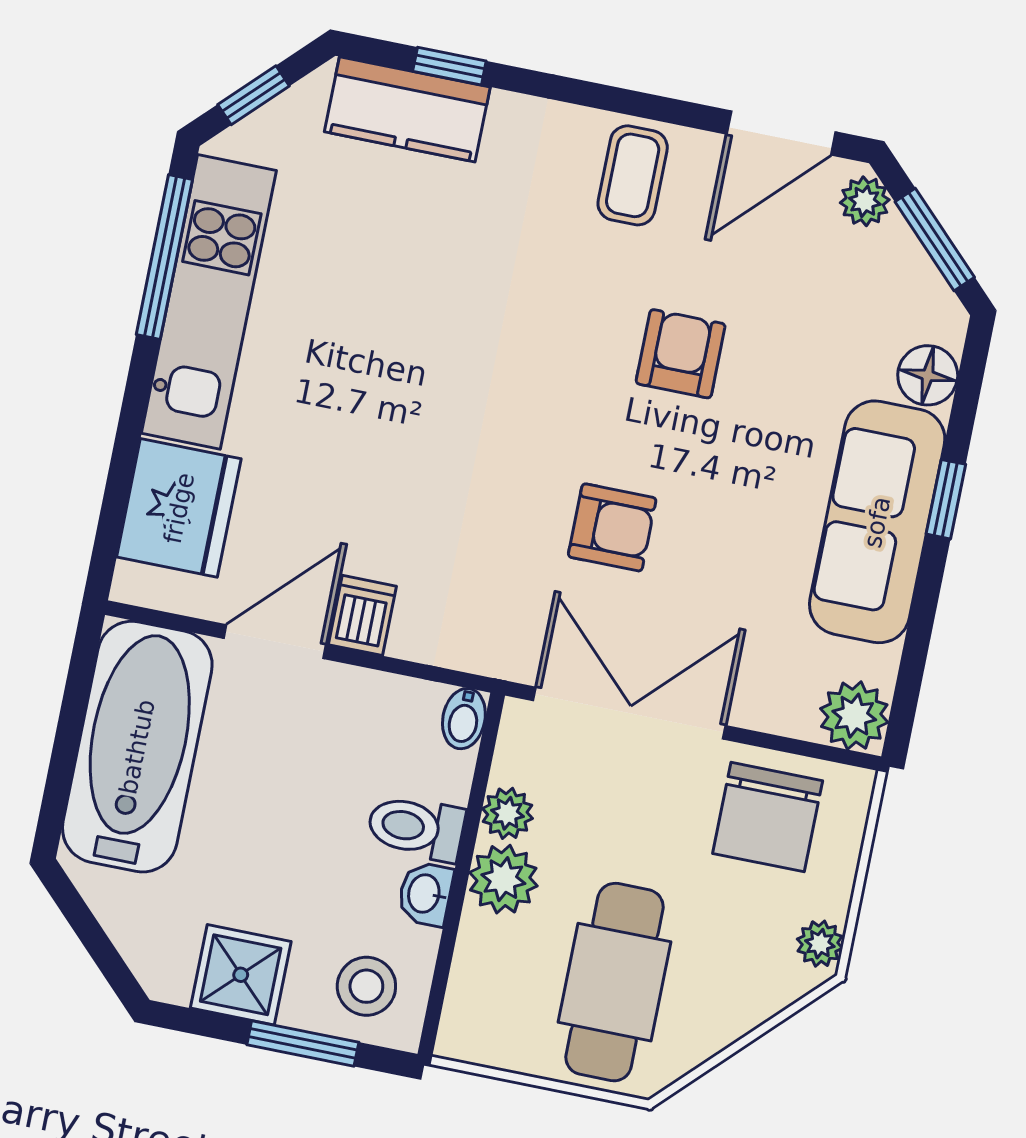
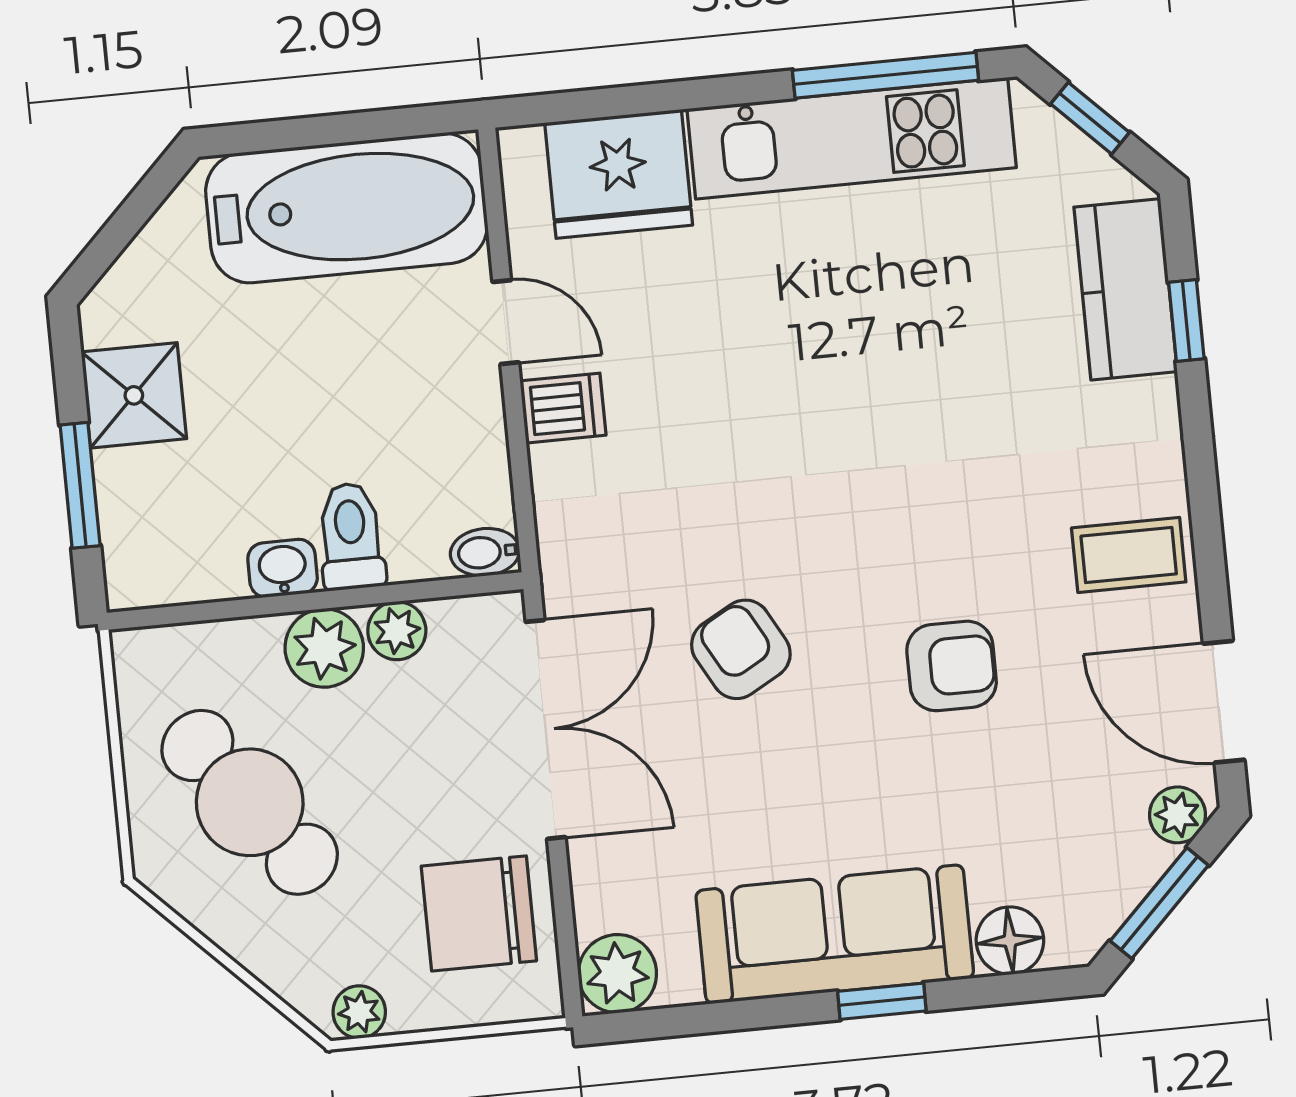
armchair: (612, 527) -> (741, 649), turned 151
door: (275, 642) -> (506, 322), width x0.73
cafe table: (614, 982) -> (250, 802), turned 53
stool: (366, 986) -> (163, 535), removed

